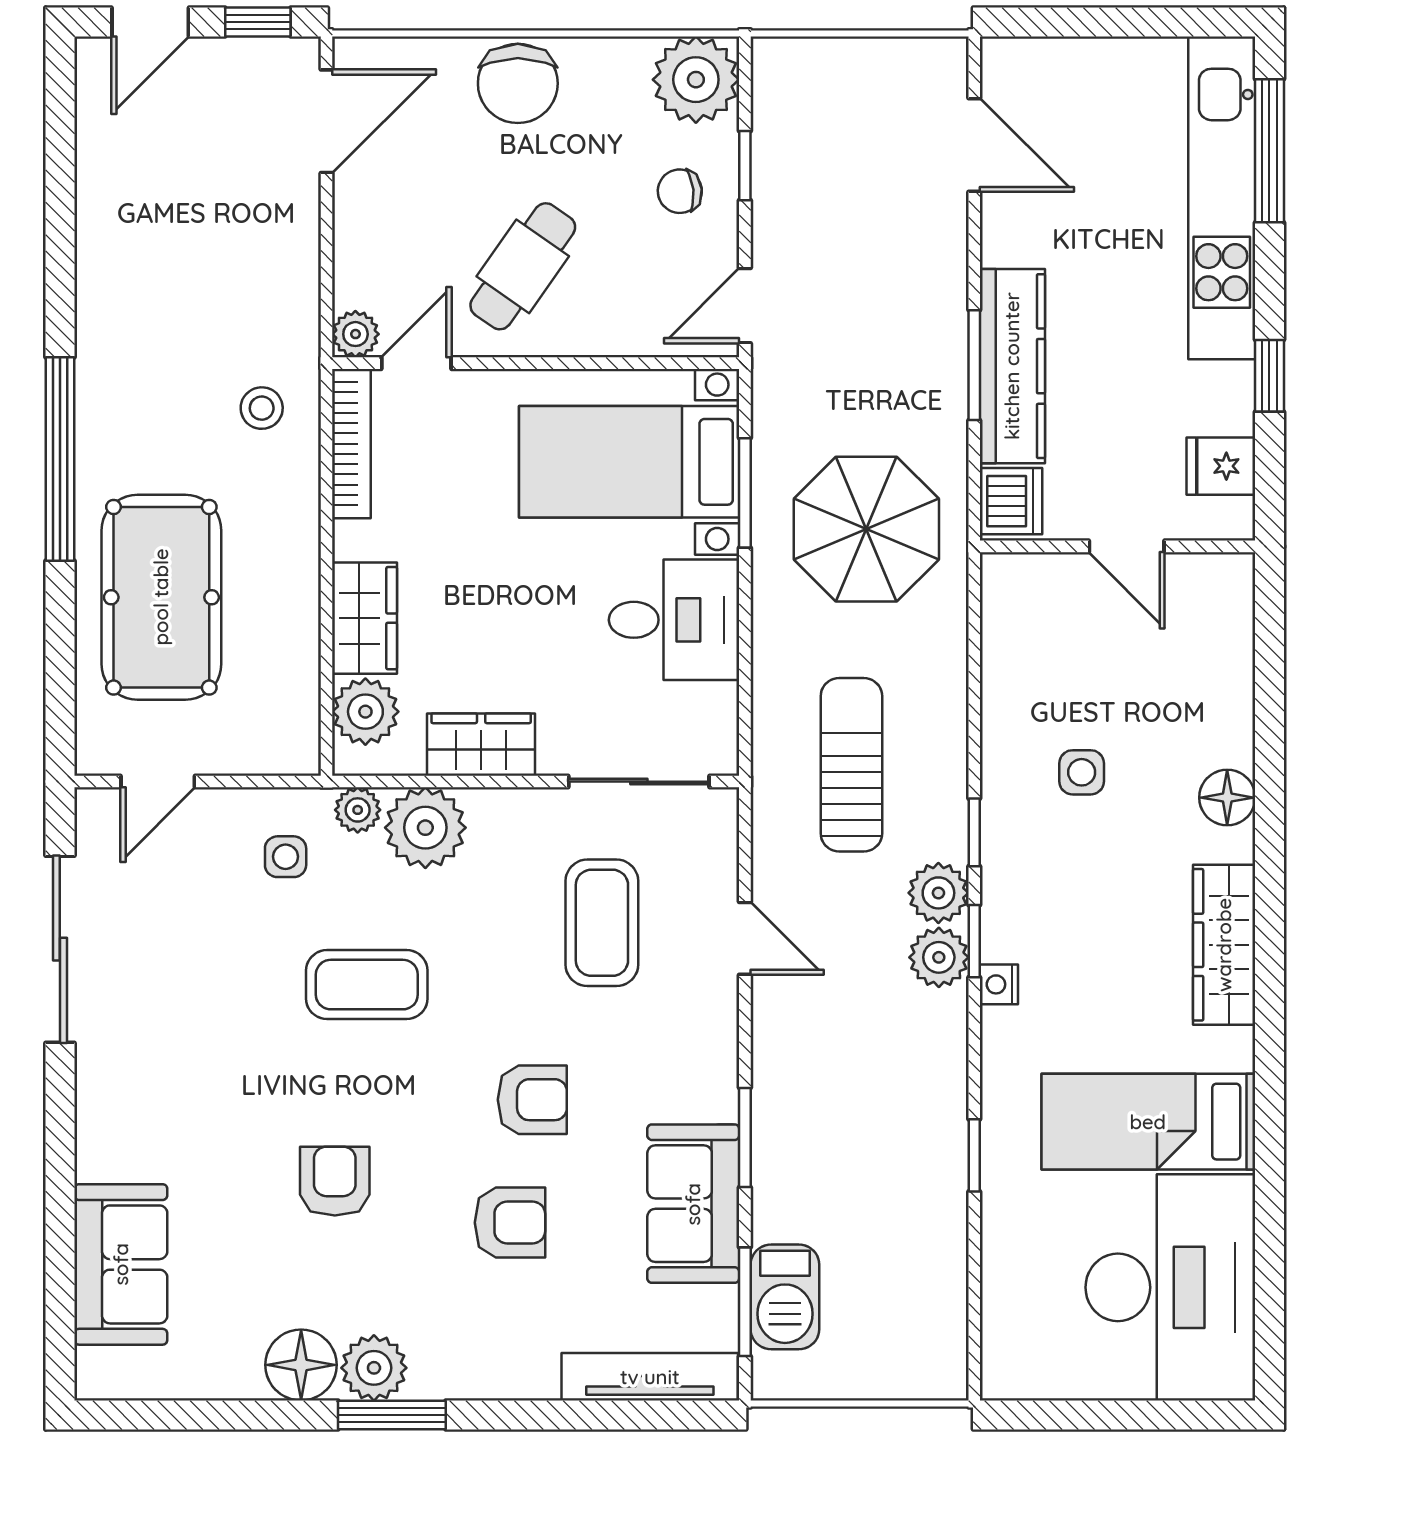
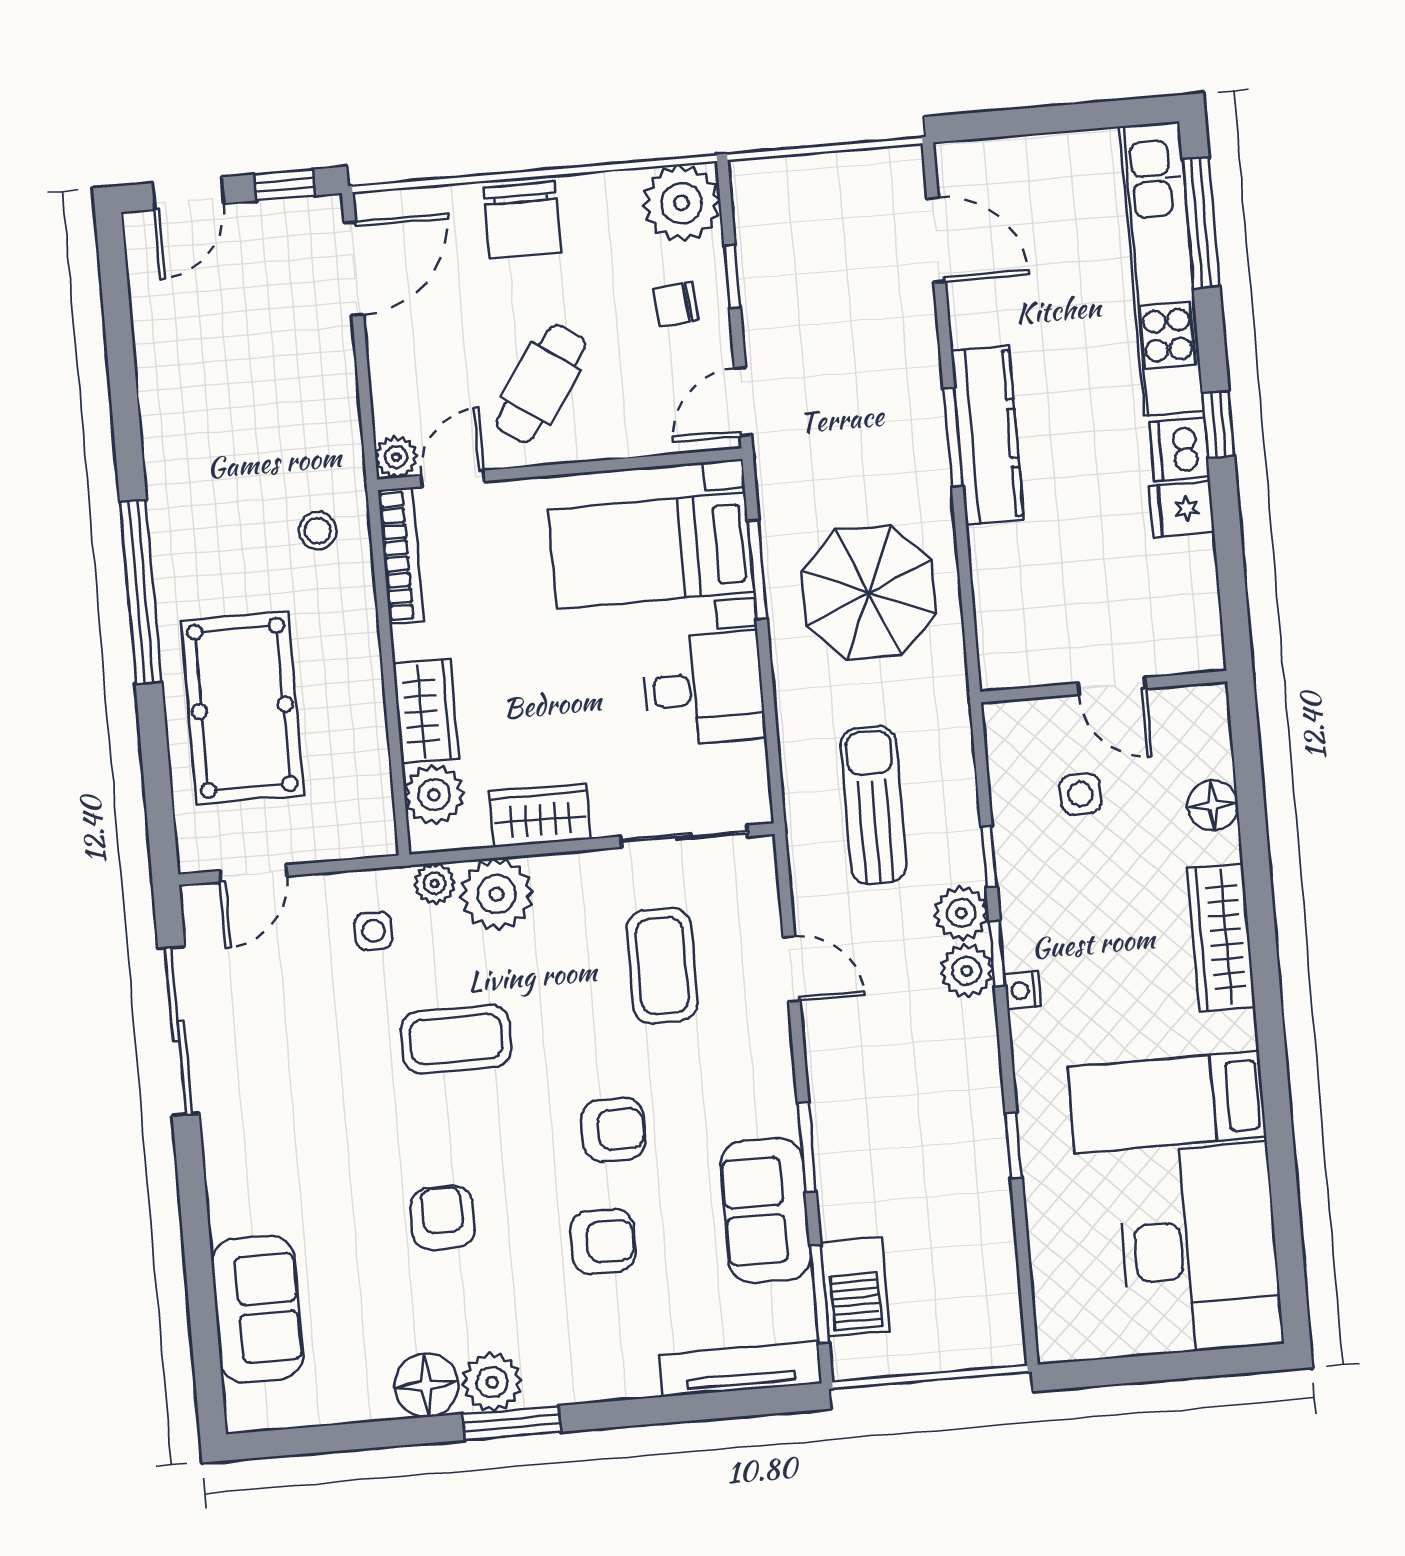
dishwasher: (1011, 501) -> (1179, 449), moved, turned 180
wall: (1118, 546) -> (1104, 687), moved
door: (1127, 546) -> (1112, 686), moved

